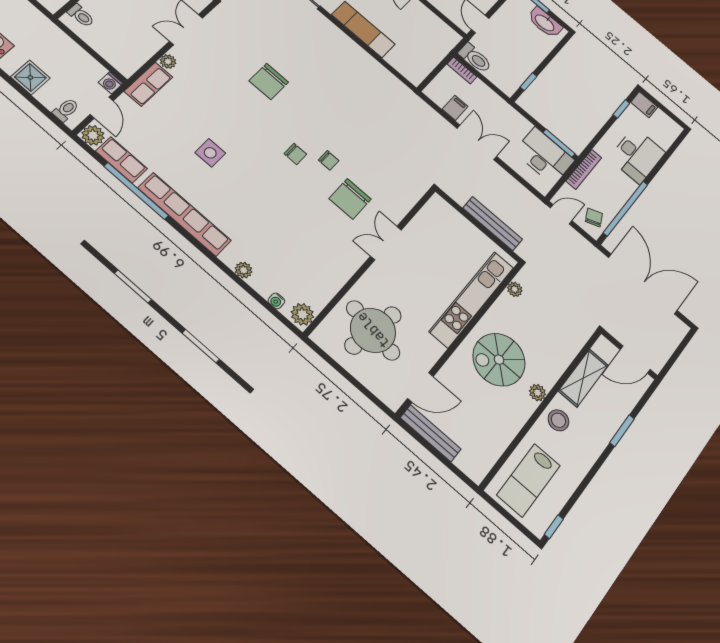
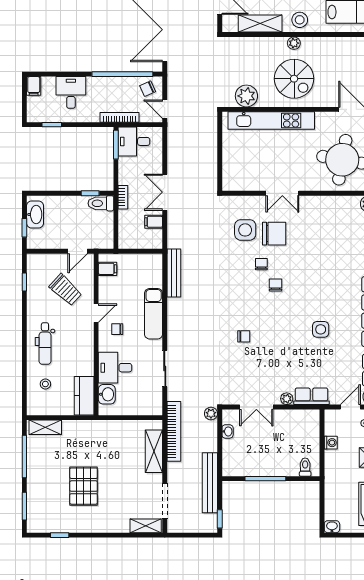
filing cabinet: (442, 32) -> (107, 269), added
toilet: (475, 58) -> (101, 203), moved, turned -90
bookcase: (462, 70) -> (123, 197), moved
chair: (269, 81) -> (244, 336), width x0.54, depth x0.54
washing machine: (111, 83) -> (331, 443), moved
filing cabinet: (644, 105) -> (34, 86), moved, turned 180
desk: (637, 155) -> (71, 92), width x0.73
desk: (544, 156) -> (134, 141), width x0.73
side table: (377, 177) -> (245, 230), added
bench: (493, 224) -> (174, 273), moved
plant: (515, 289) -> (246, 96), width x1.87, depth x1.87

